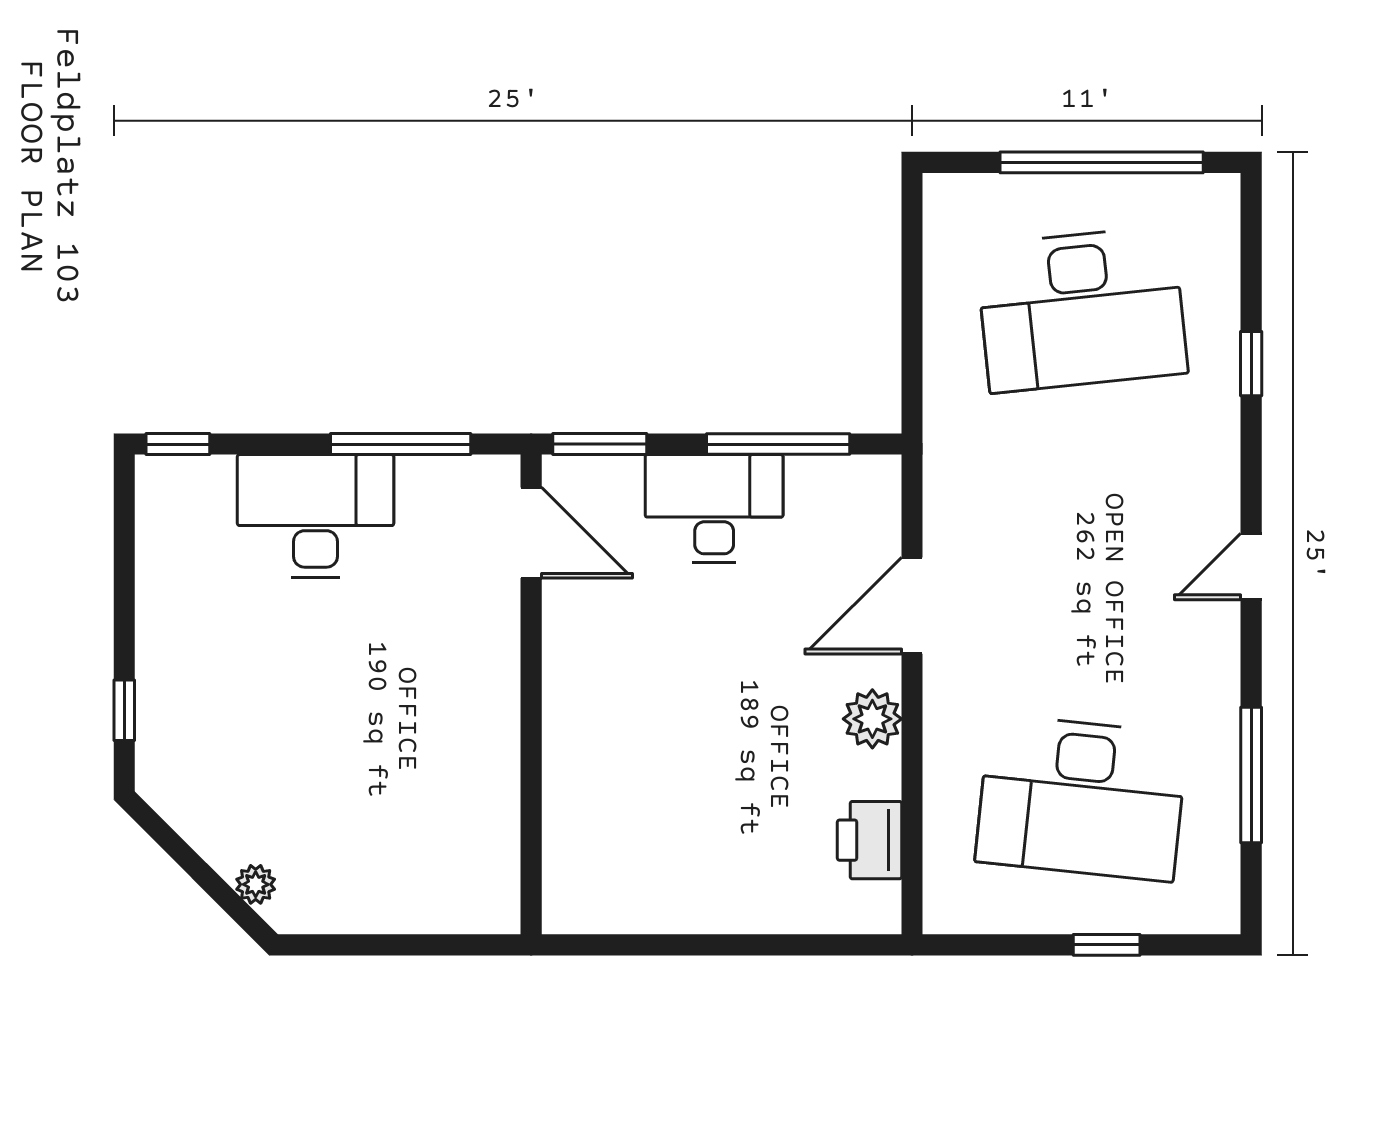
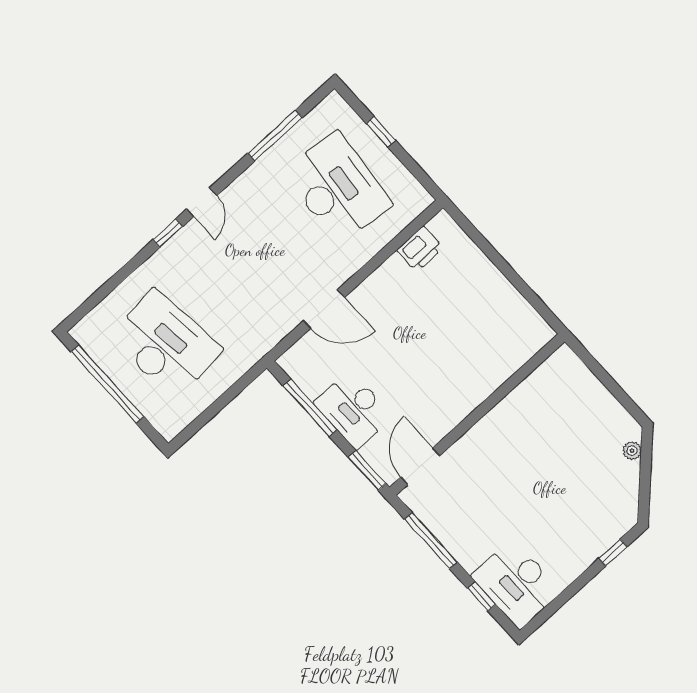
window: (1251, 364) -> (168, 233), moved
window: (178, 444) -> (482, 596), moved
desk: (315, 516) -> (516, 584), moved
door: (1251, 566) -> (202, 202), hinge flipped
plant: (872, 719) -> (377, 287), removed

